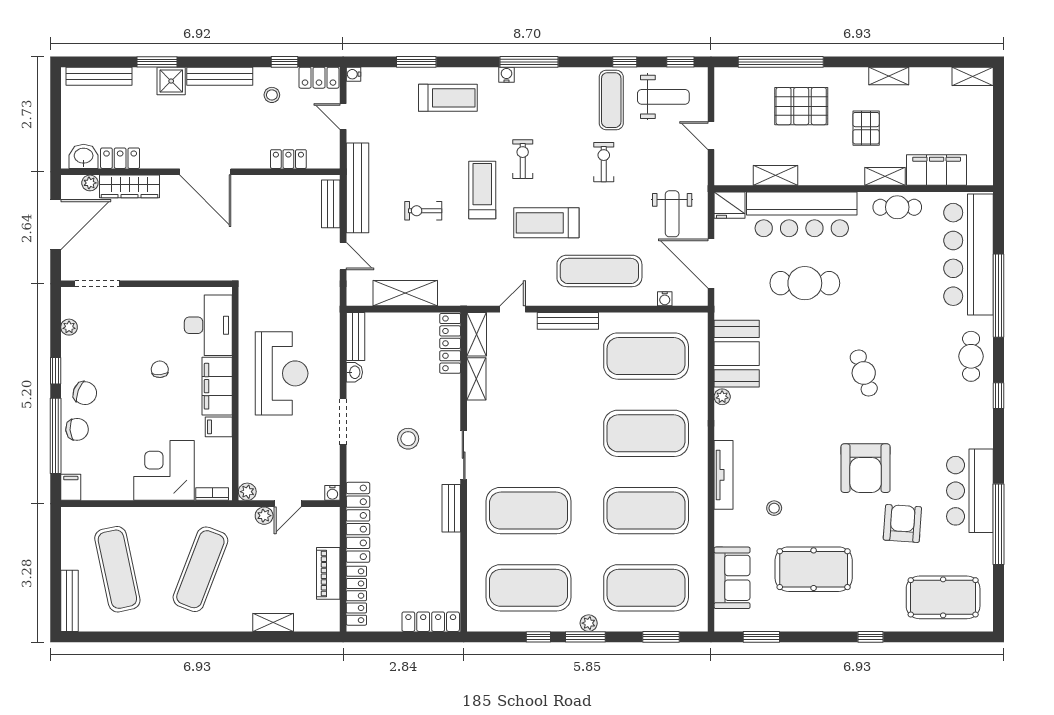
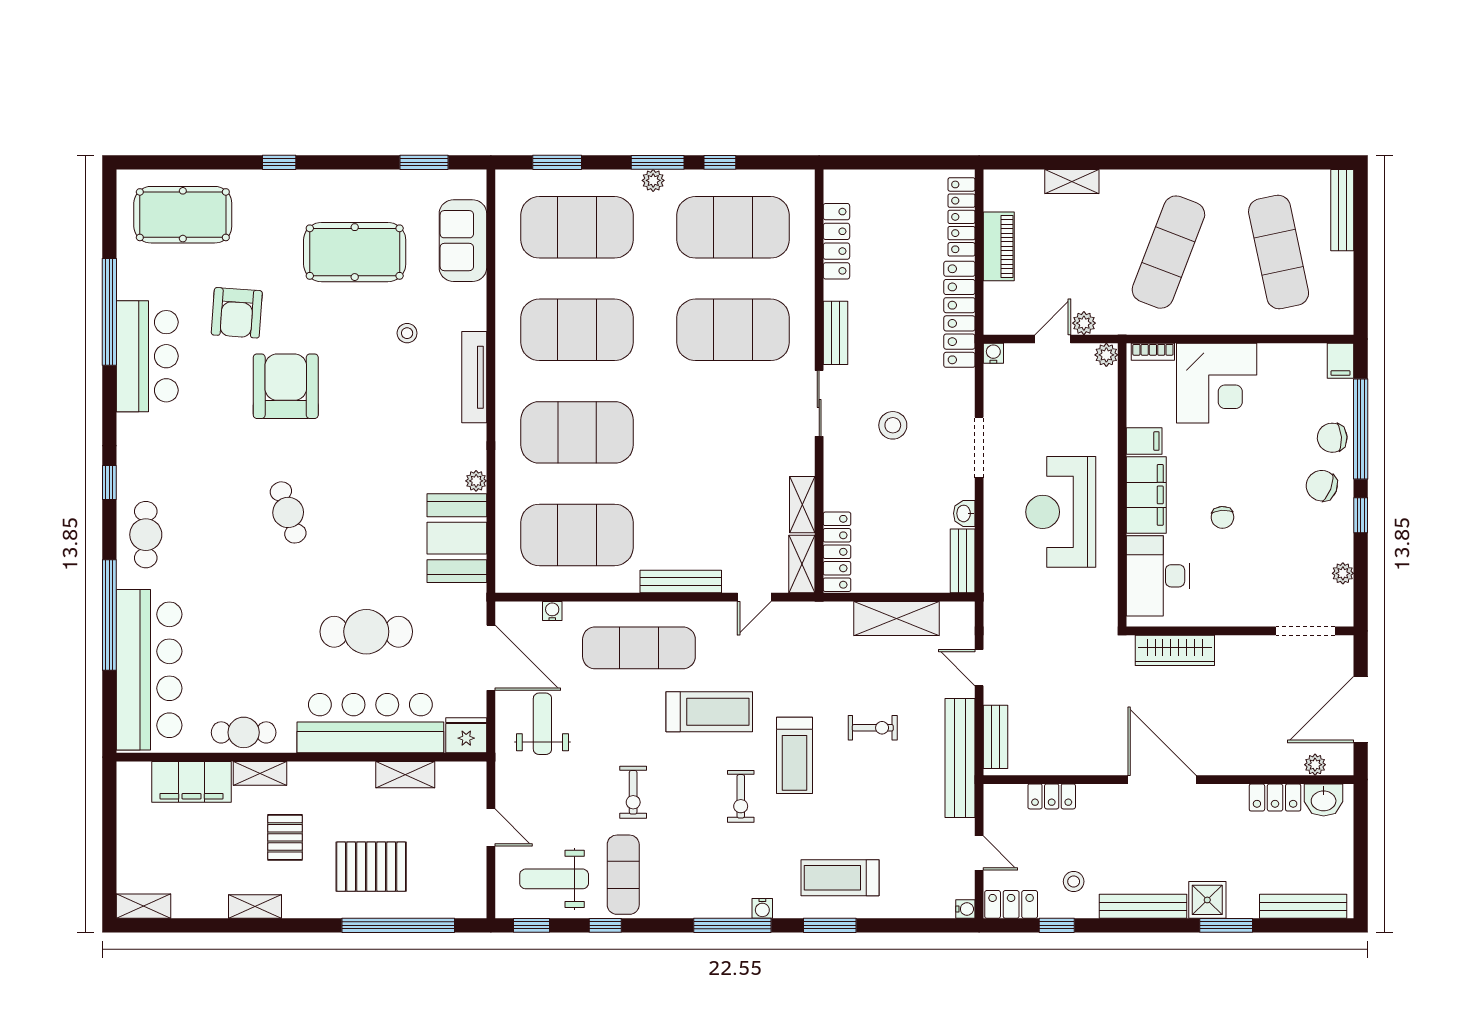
window: (416, 62) -> (830, 925), moved
wardrobe: (129, 186) -> (1175, 650), moved, turned 180
locker: (431, 622) -> (836, 241), moved, turned -90

